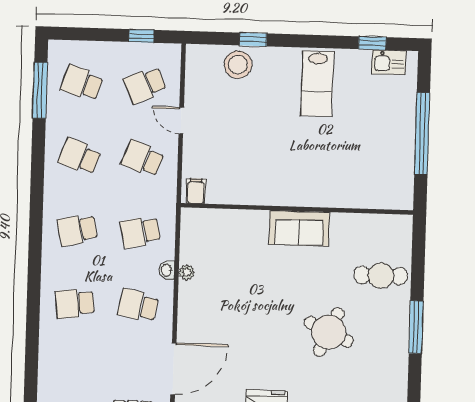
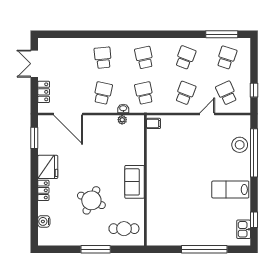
window: (253, 39) -> (254, 153), width x3.17
filing cabinet: (196, 191) -> (153, 123), moved
wall: (297, 209) -> (145, 180), moved
sofa: (299, 228) -> (135, 182), moved
cafe table: (381, 275) -> (124, 229), turned 90

